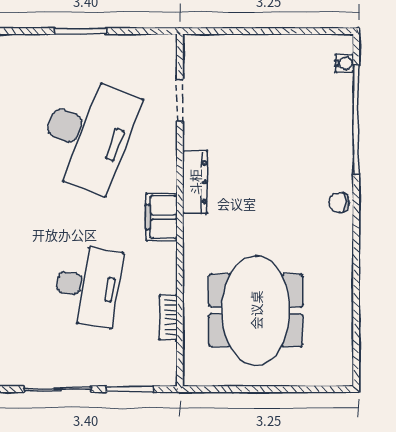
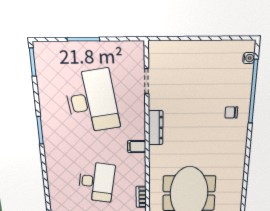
desk: (88, 134) -> (92, 101), turned -30
chair: (339, 202) -> (231, 112), moved
filing cabinet: (162, 217) -> (137, 147), width x0.50

